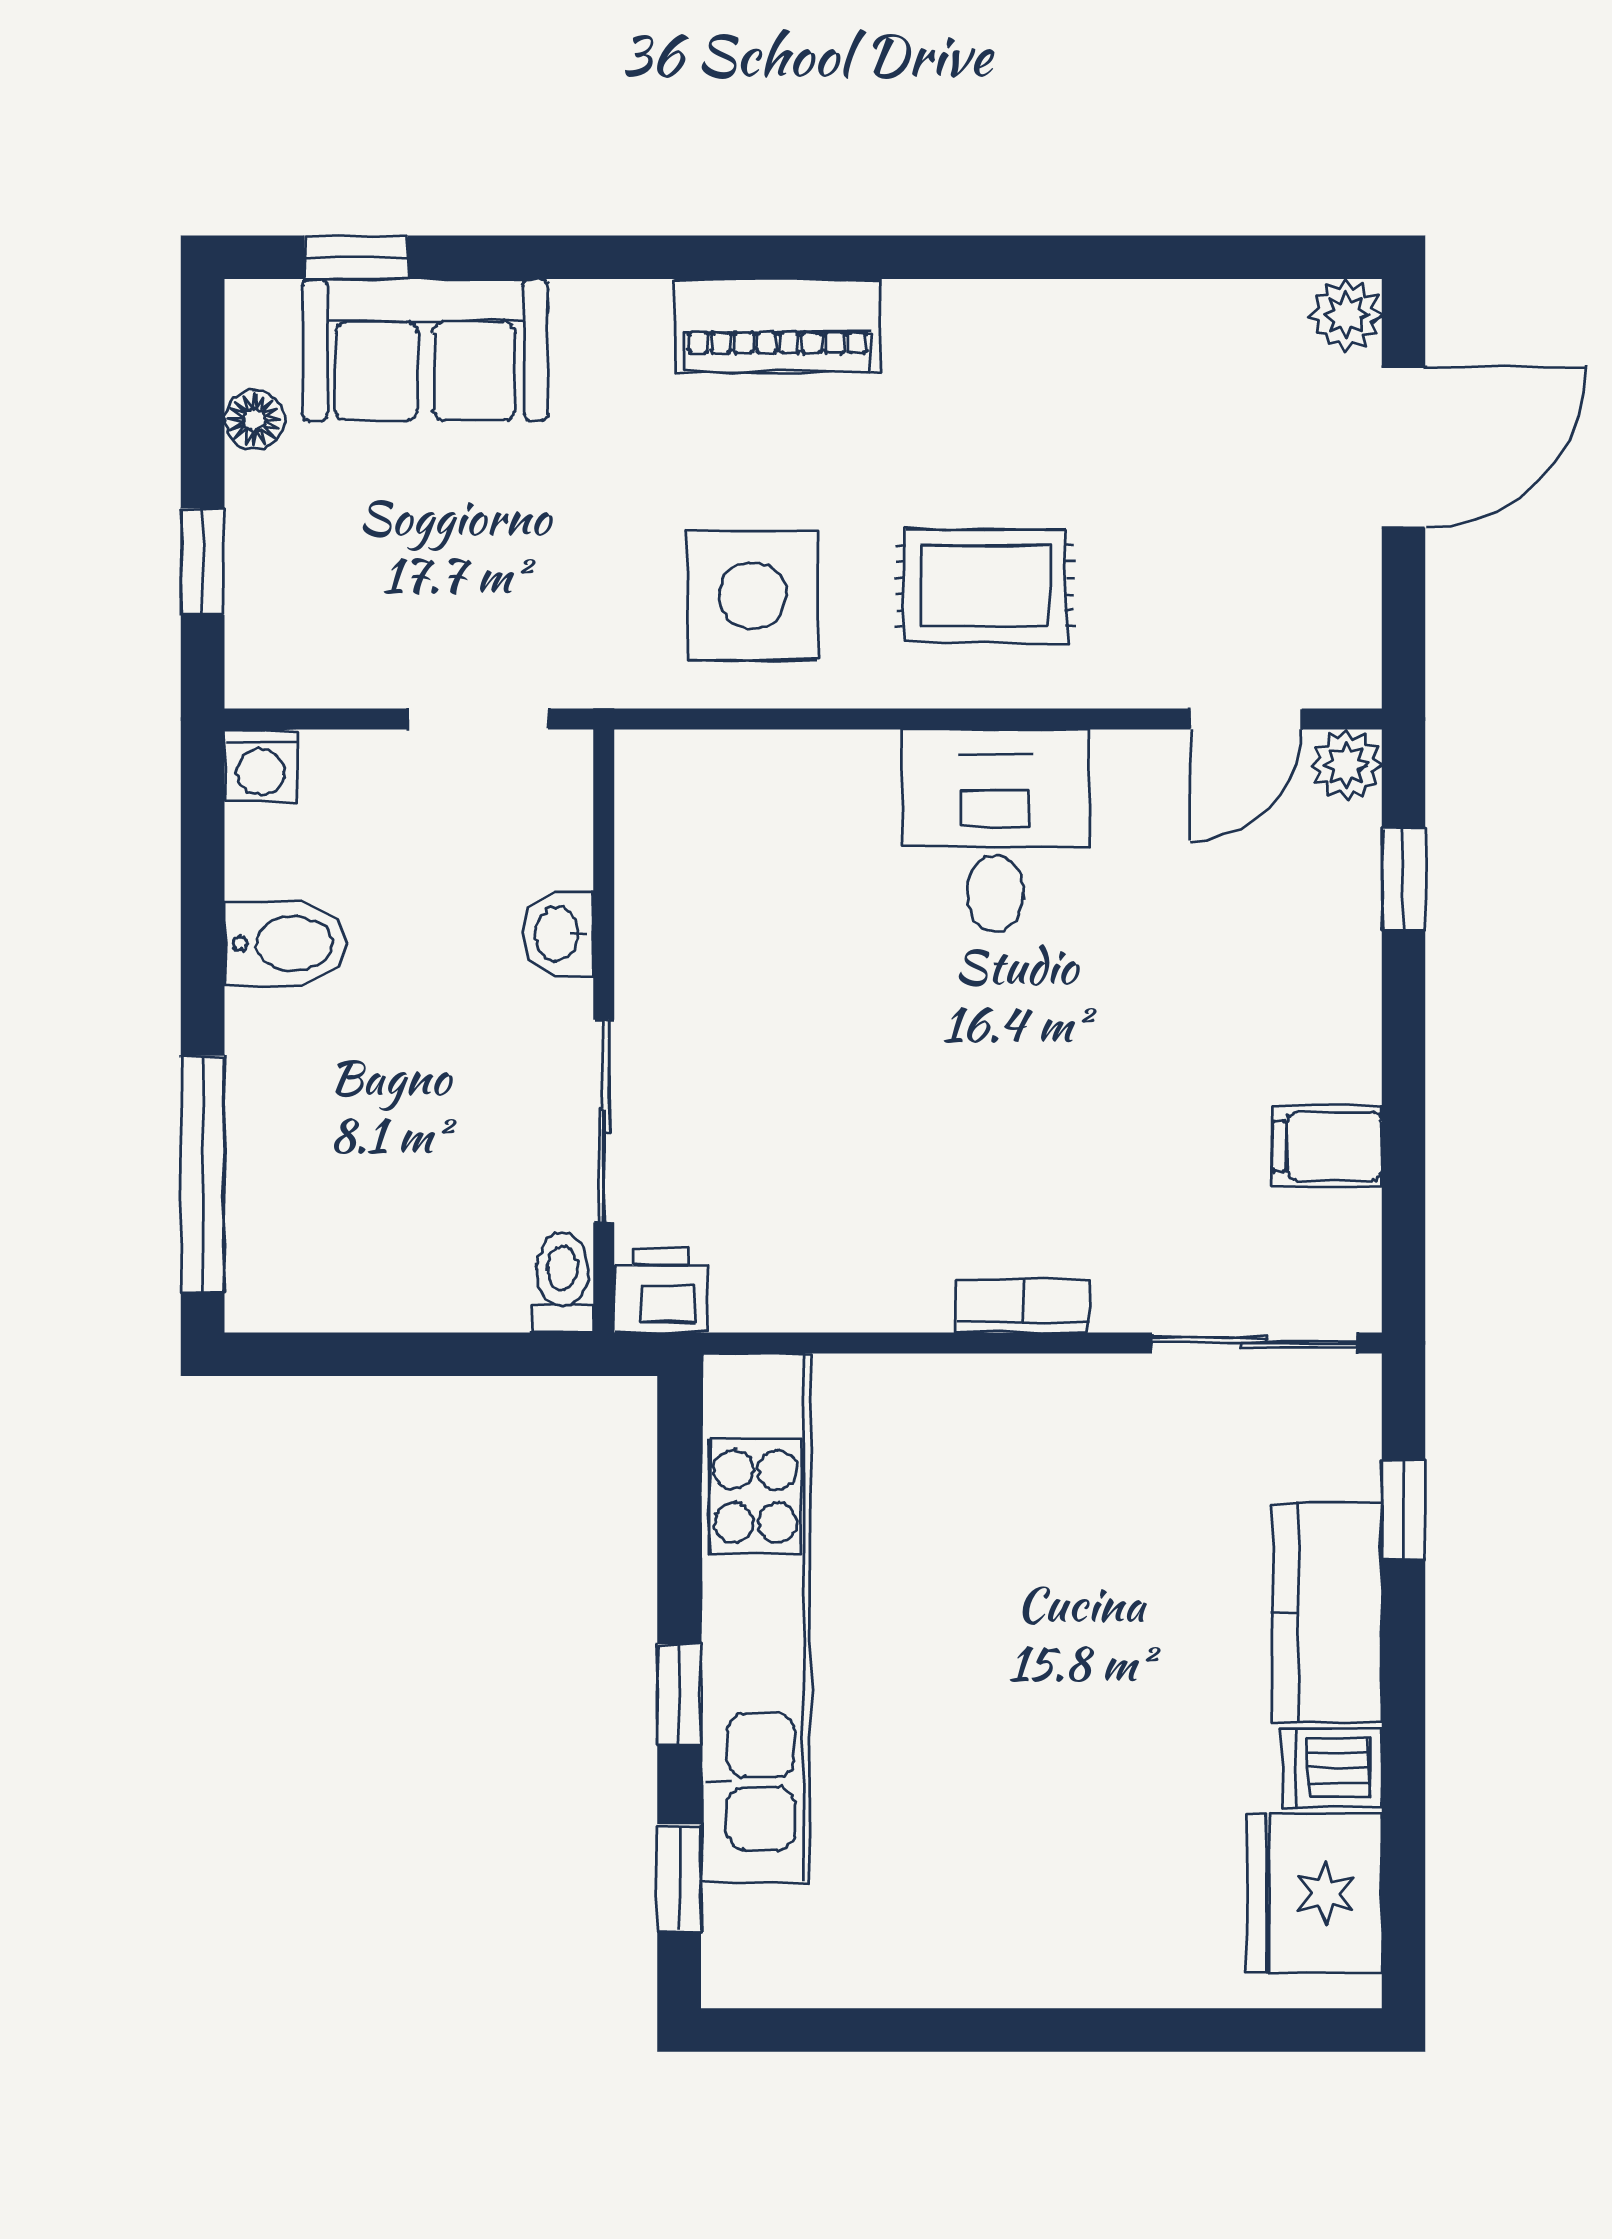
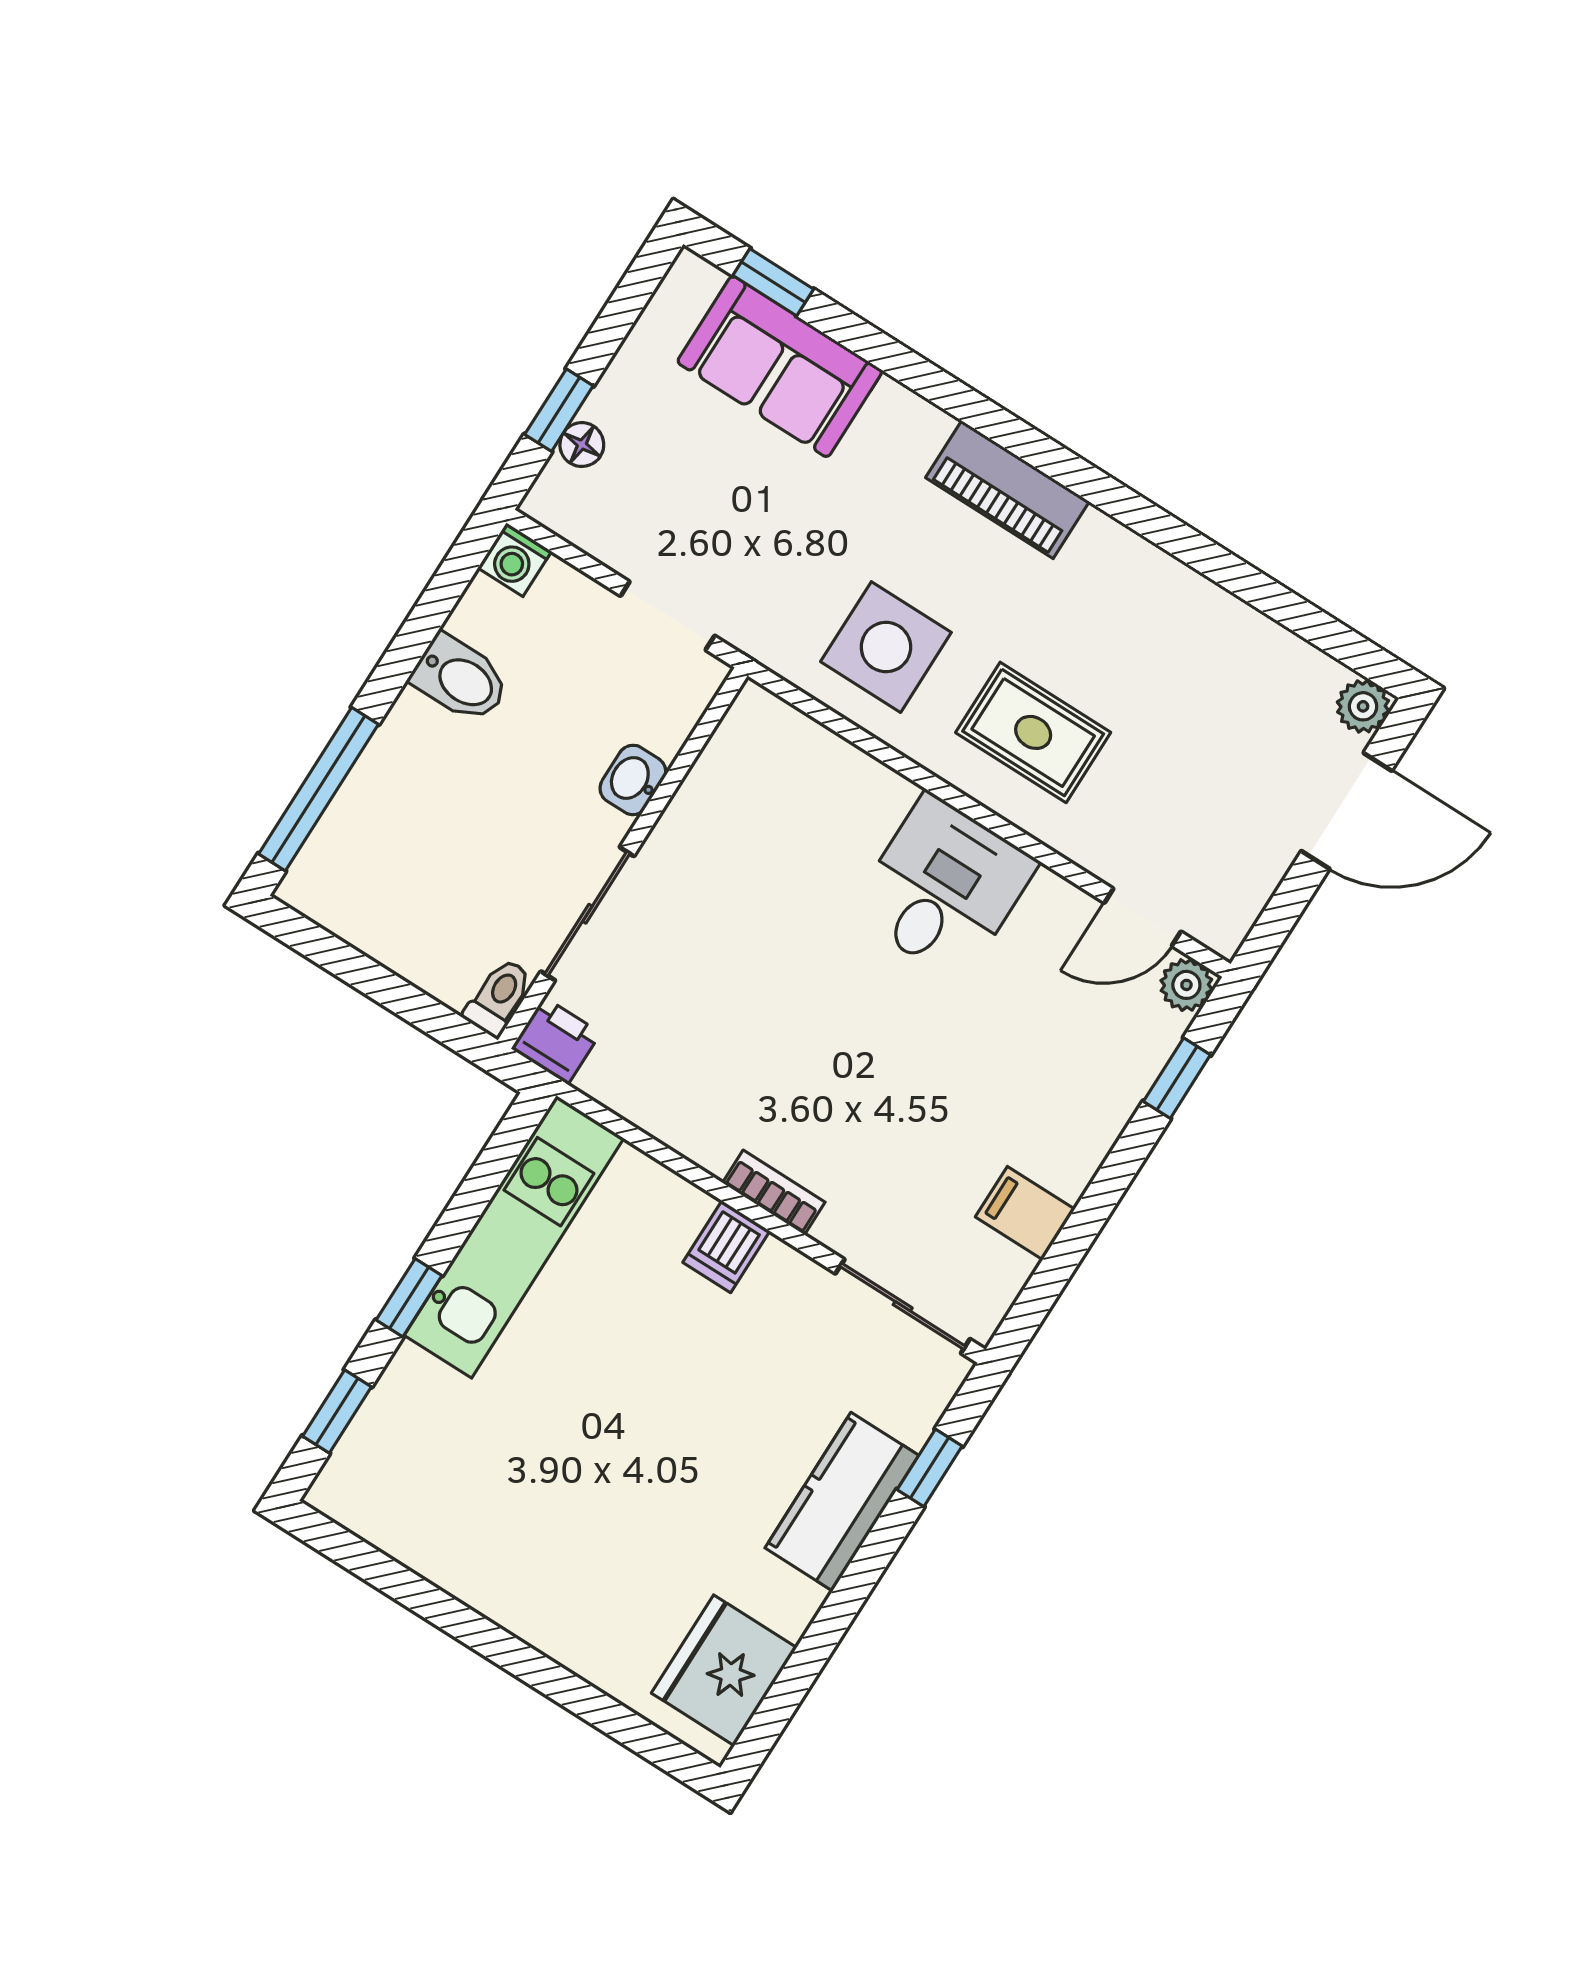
floor lamp: (254, 420) -> (582, 445), moved
kitchen unit: (755, 1618) -> (514, 1237), width x0.73
dishwasher: (1332, 1768) -> (726, 1247), moved, turned -90

